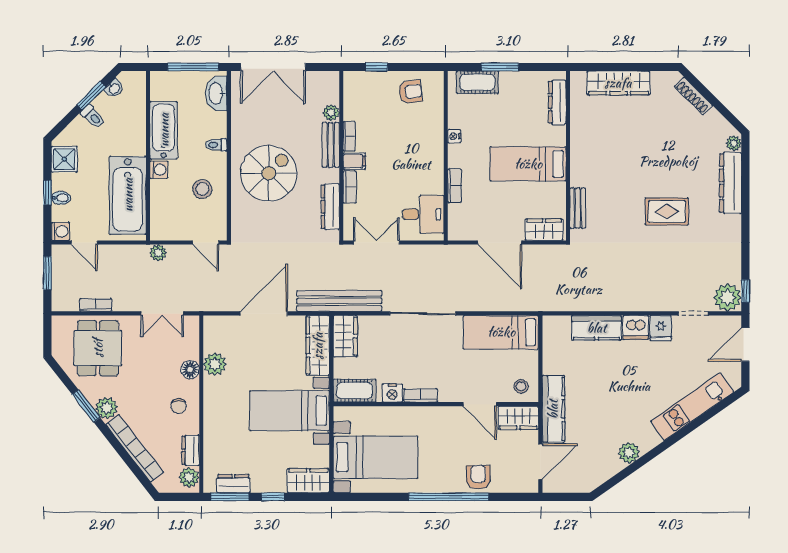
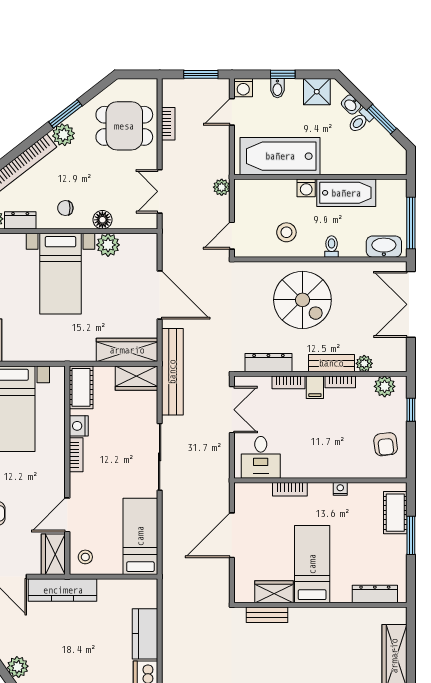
washbasin: (114, 88) -> (351, 105), moved
plant: (354, 93) -> (385, 386), added
wardrobe: (544, 230) -> (274, 592), moved, turned -90
bed with nightstands: (290, 411) -> (61, 274), moved, turned 180

